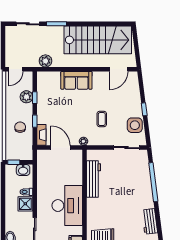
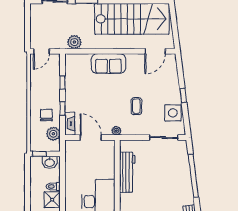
plant: (26, 97) -> (53, 134), moved

